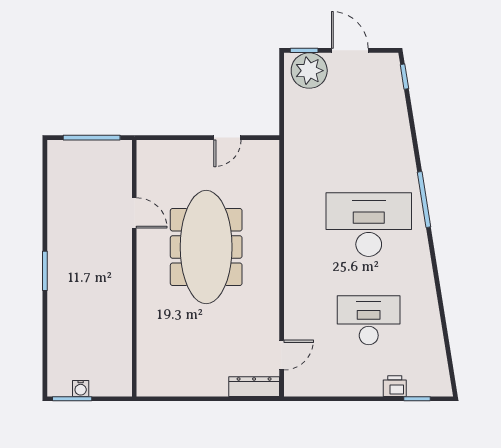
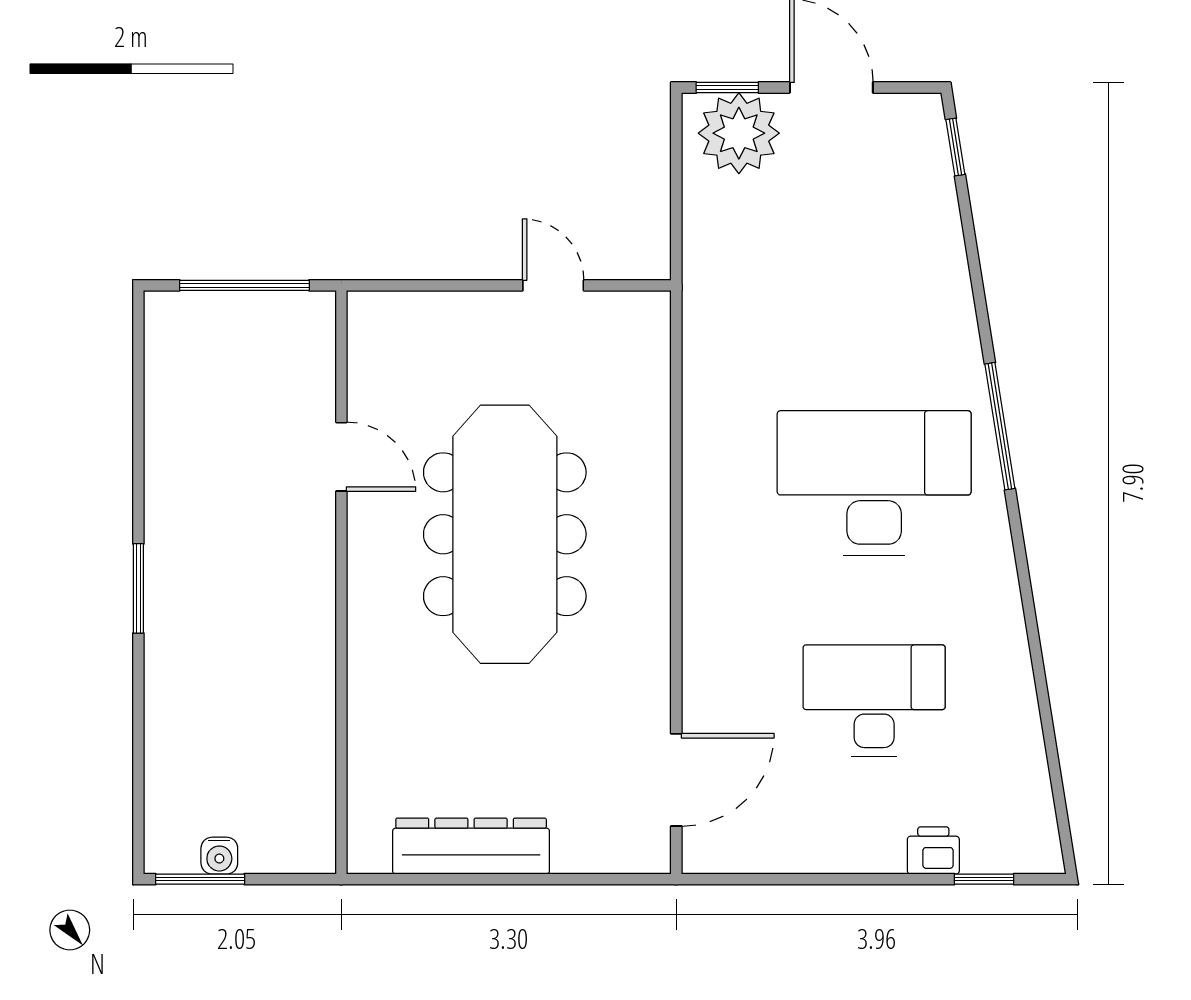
door: (227, 138) -> (553, 285), swing flipped
door: (282, 355) -> (676, 780), width x1.38
dresser: (254, 387) -> (471, 846), moved, width x1.37, depth x1.24

